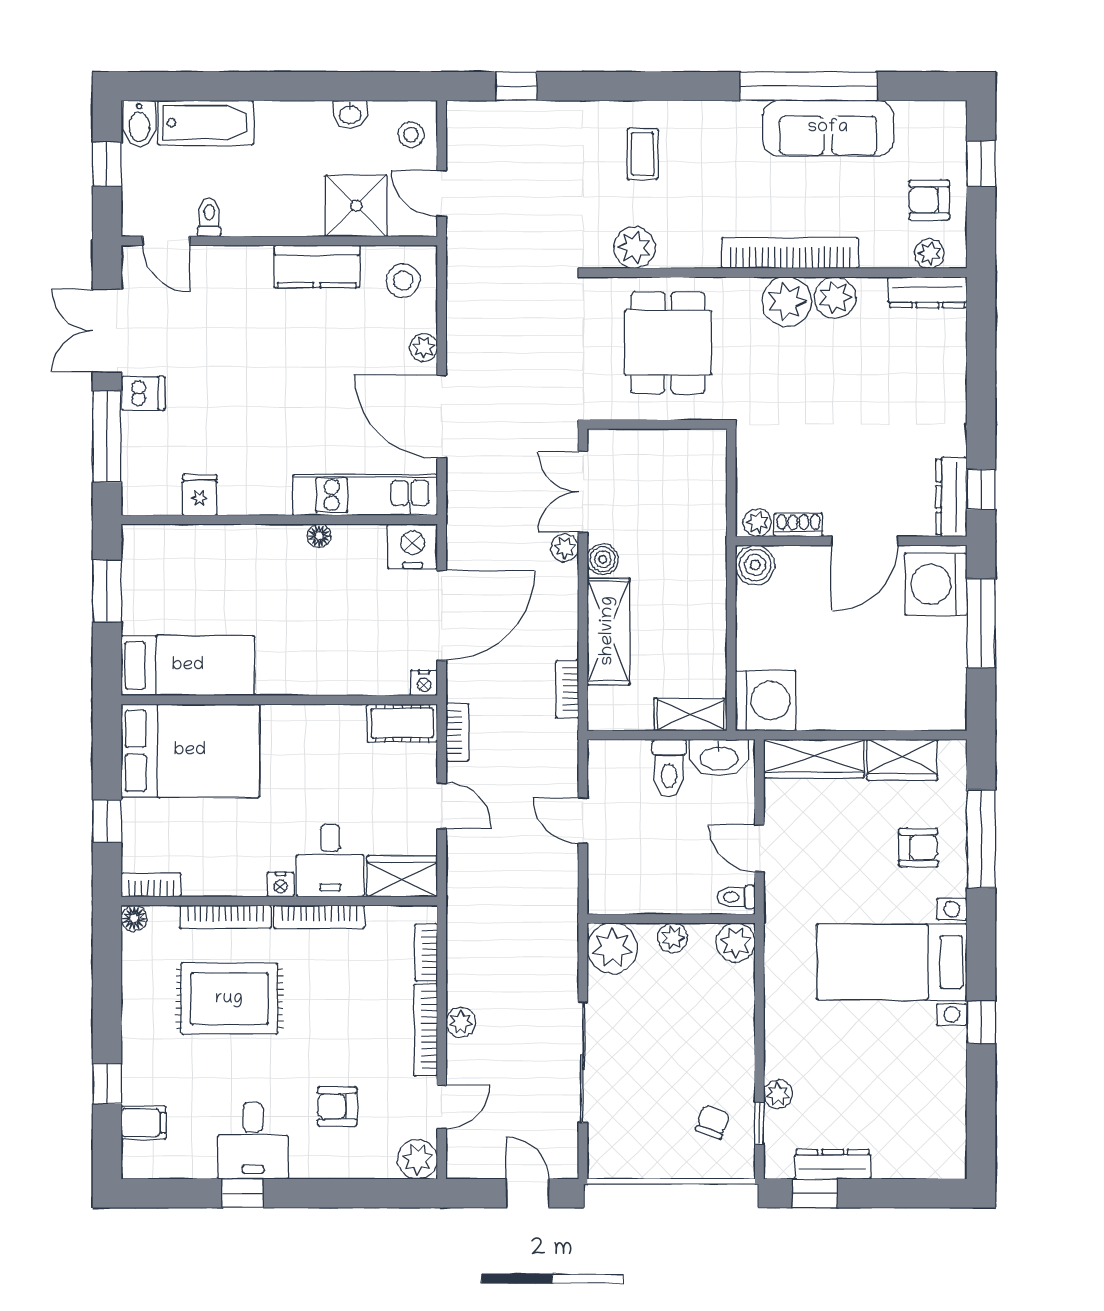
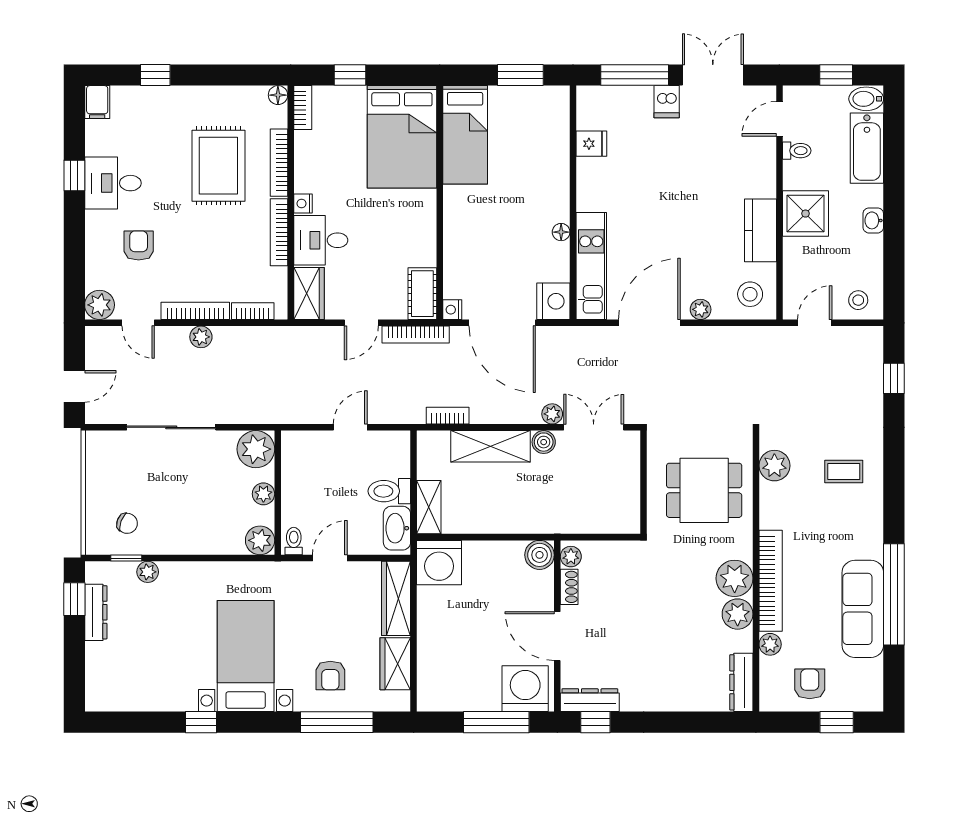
washbasin: (350, 114) -> (873, 220), moved
shower: (356, 206) -> (806, 214), moved
plant: (929, 254) -> (770, 644), moved
bookcase: (457, 732) -> (416, 334), width x1.56
filing cabinet: (143, 1123) -> (97, 102), moved

